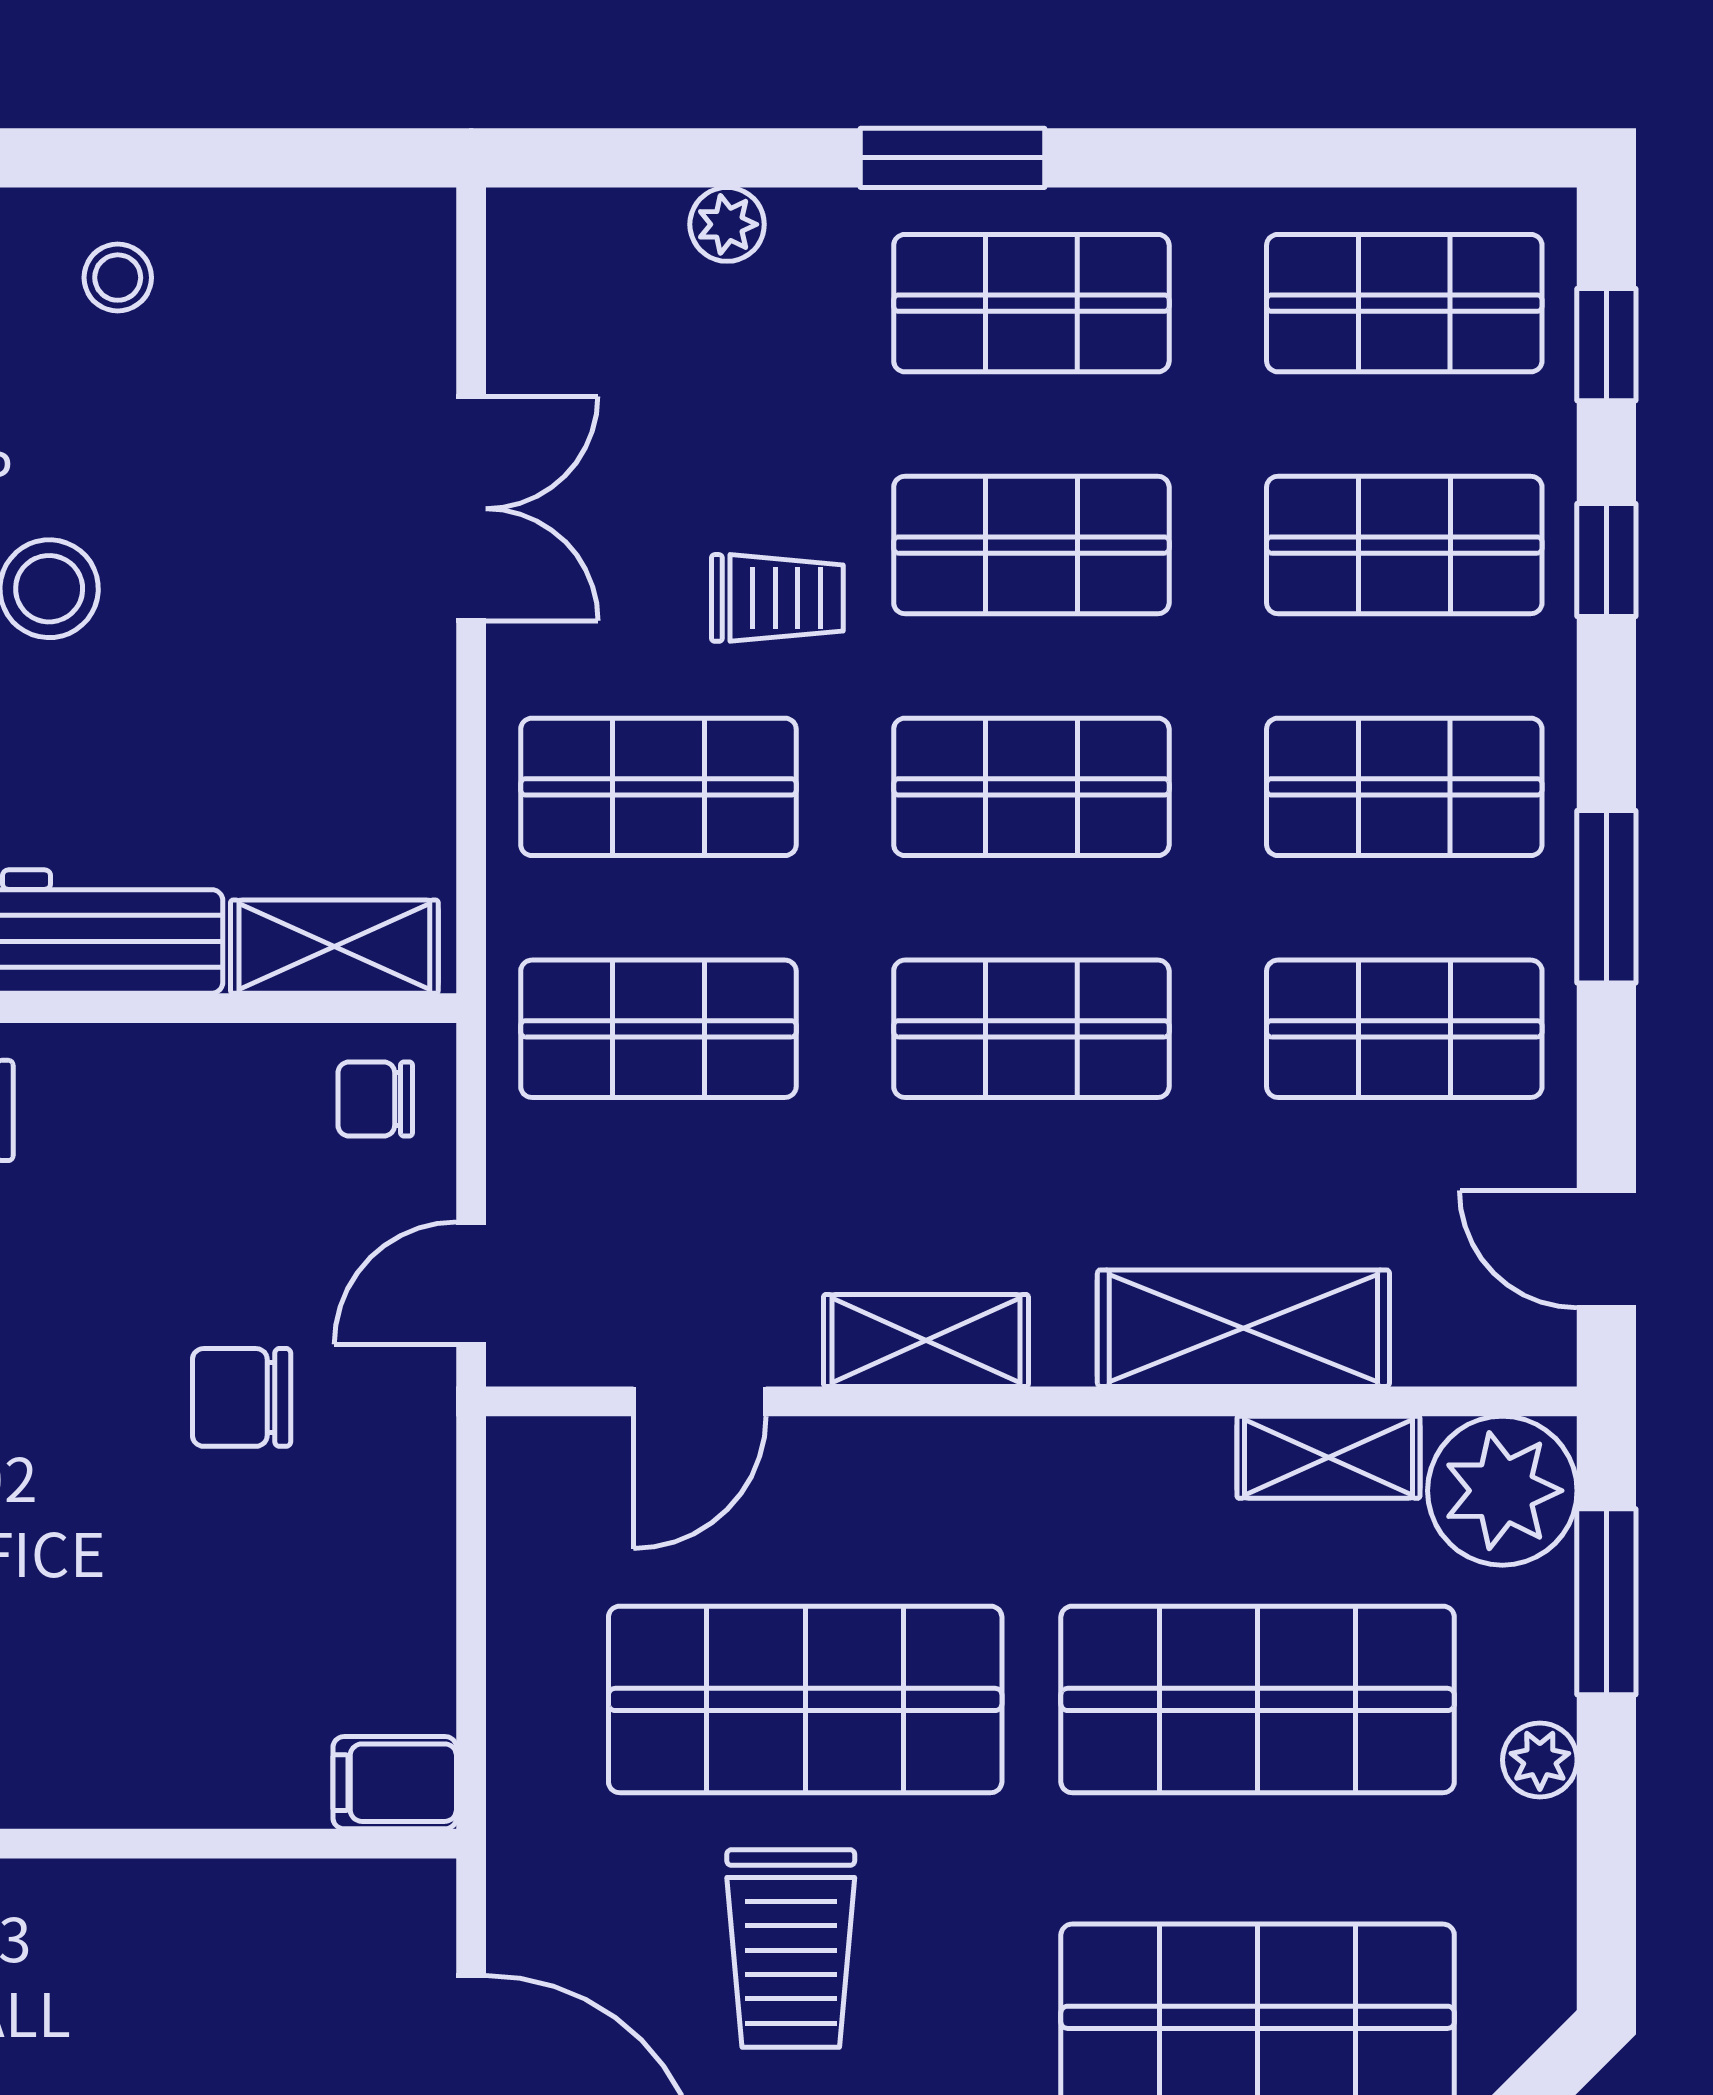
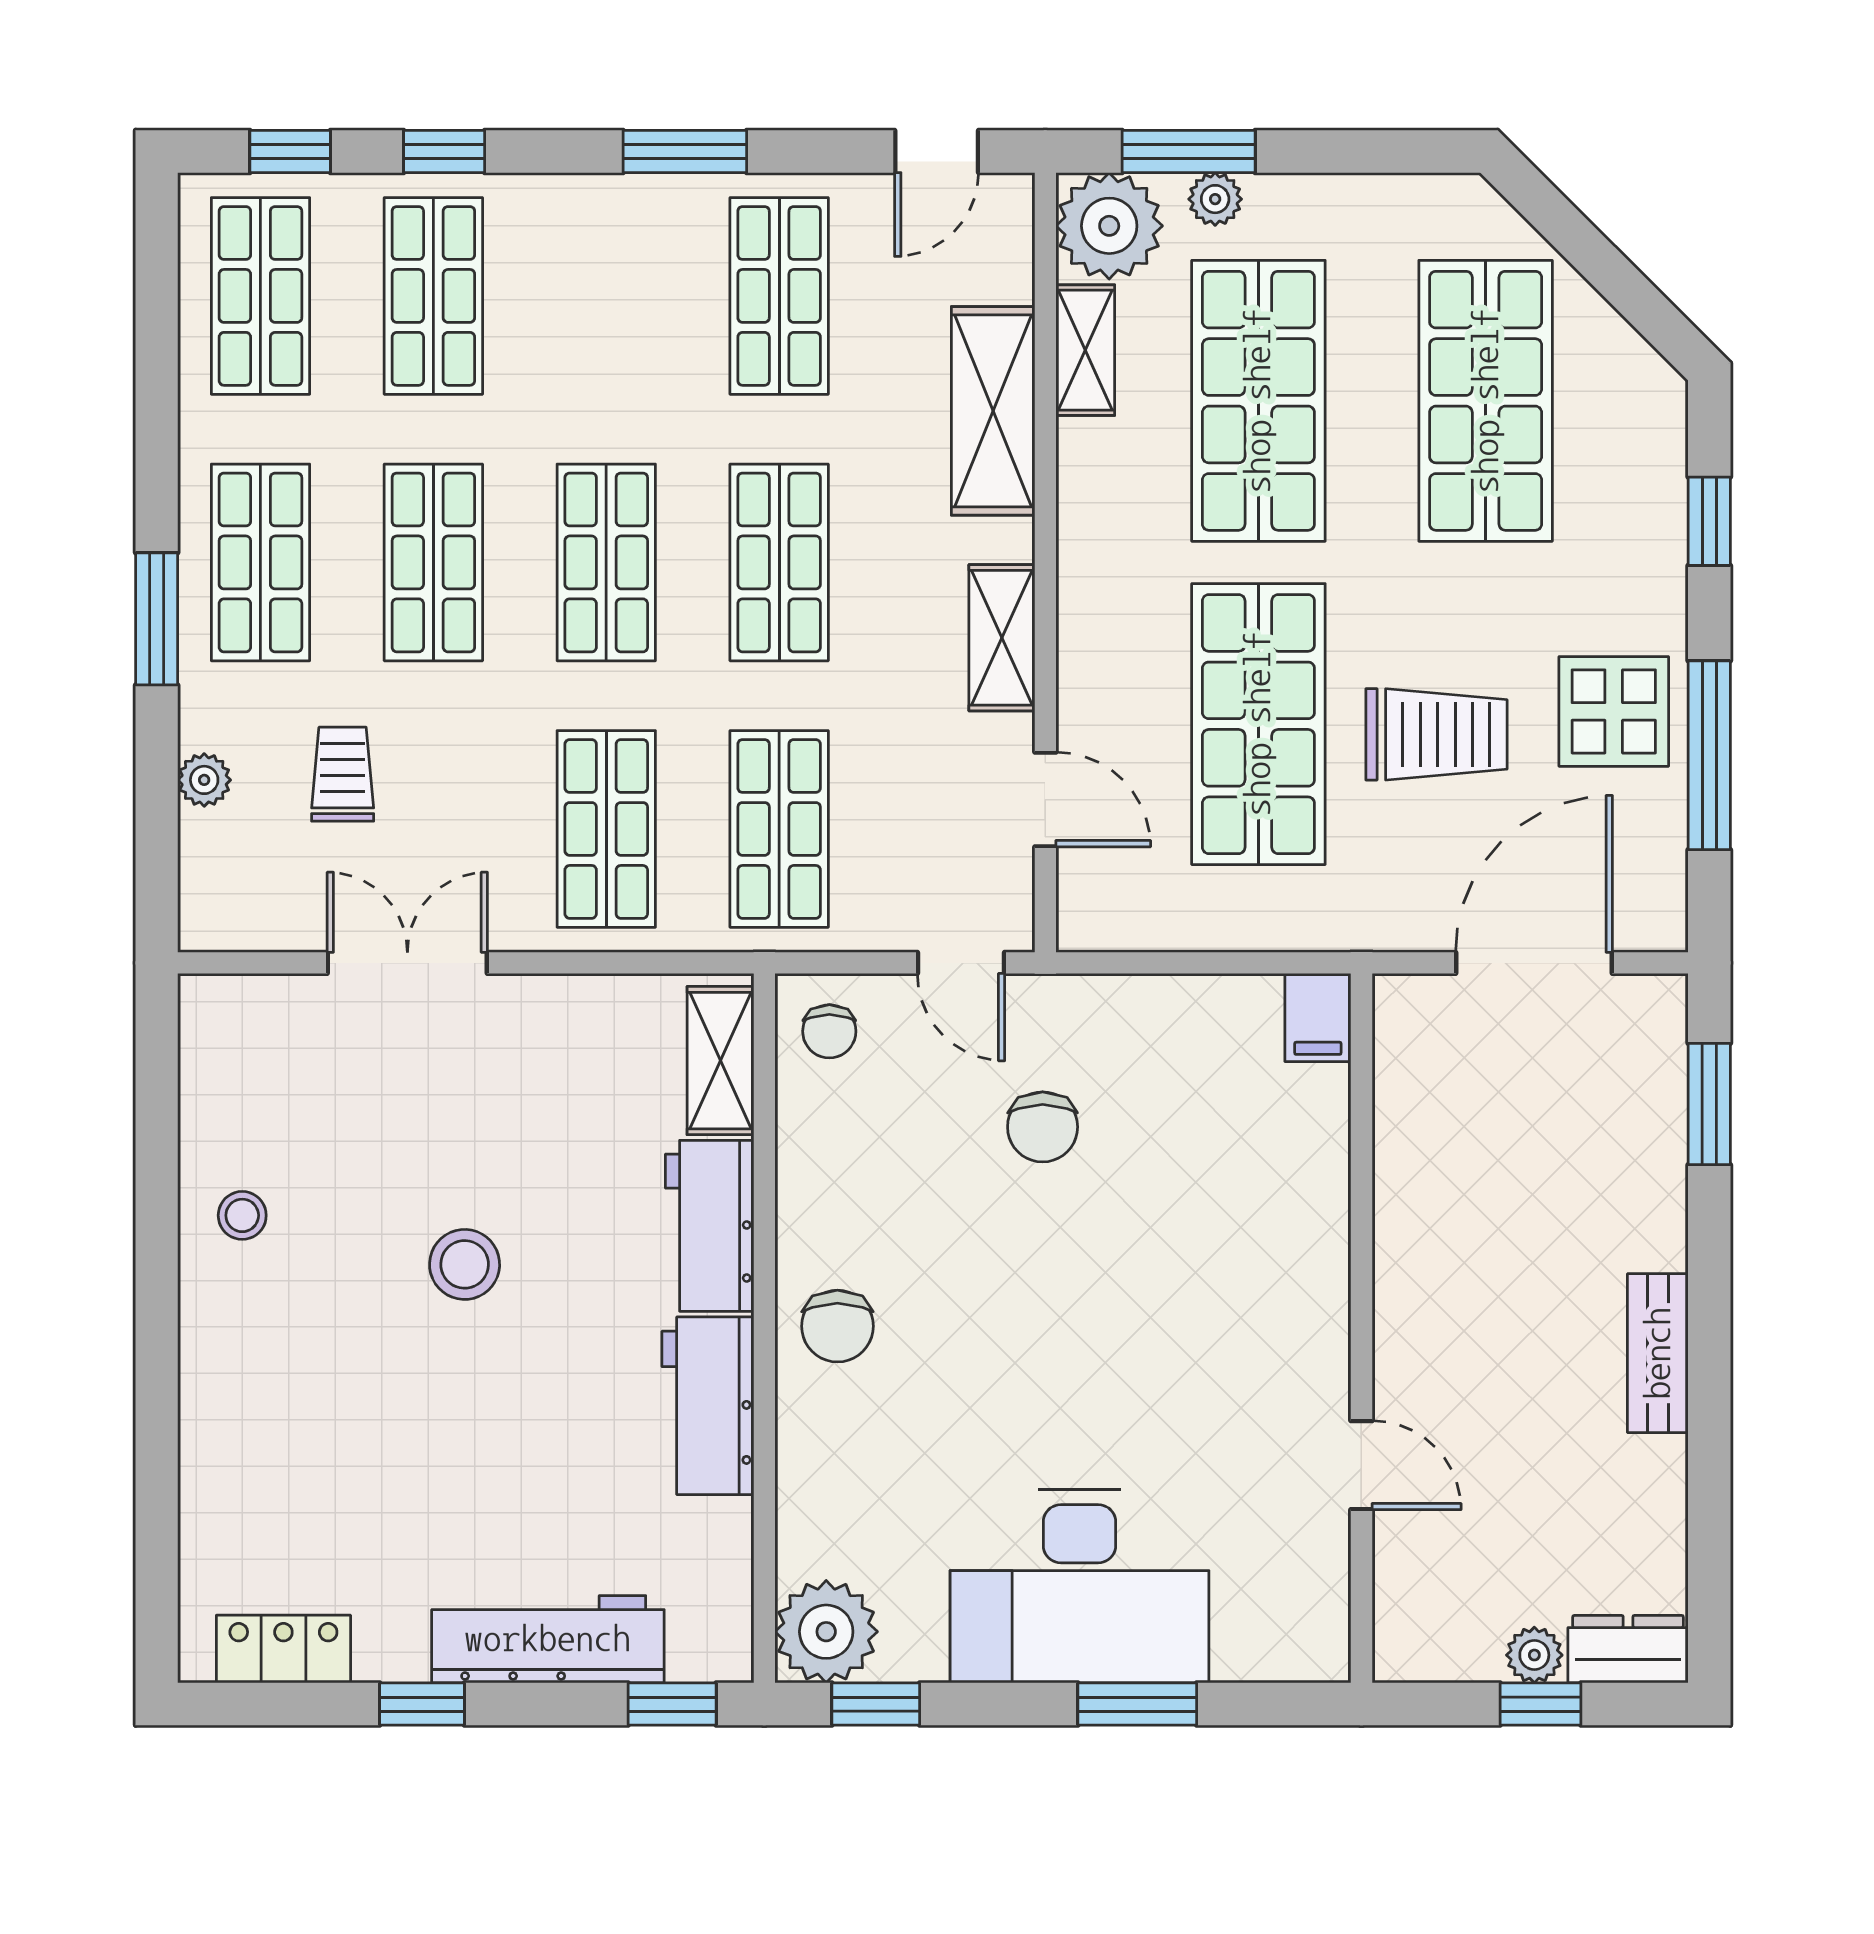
trolley: (777, 598) -> (343, 774), moved
shop shelf: (1404, 787) -> (606, 296), removed
plant: (1540, 1760) -> (1215, 199), moved

